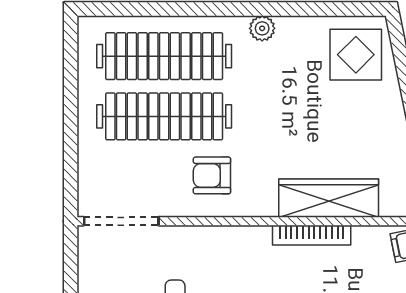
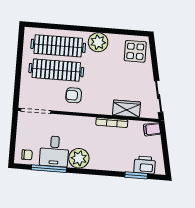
plant: (262, 28) -> (98, 42), width x1.88, depth x1.88
wardrobe: (329, 198) -> (126, 109), width x0.67

